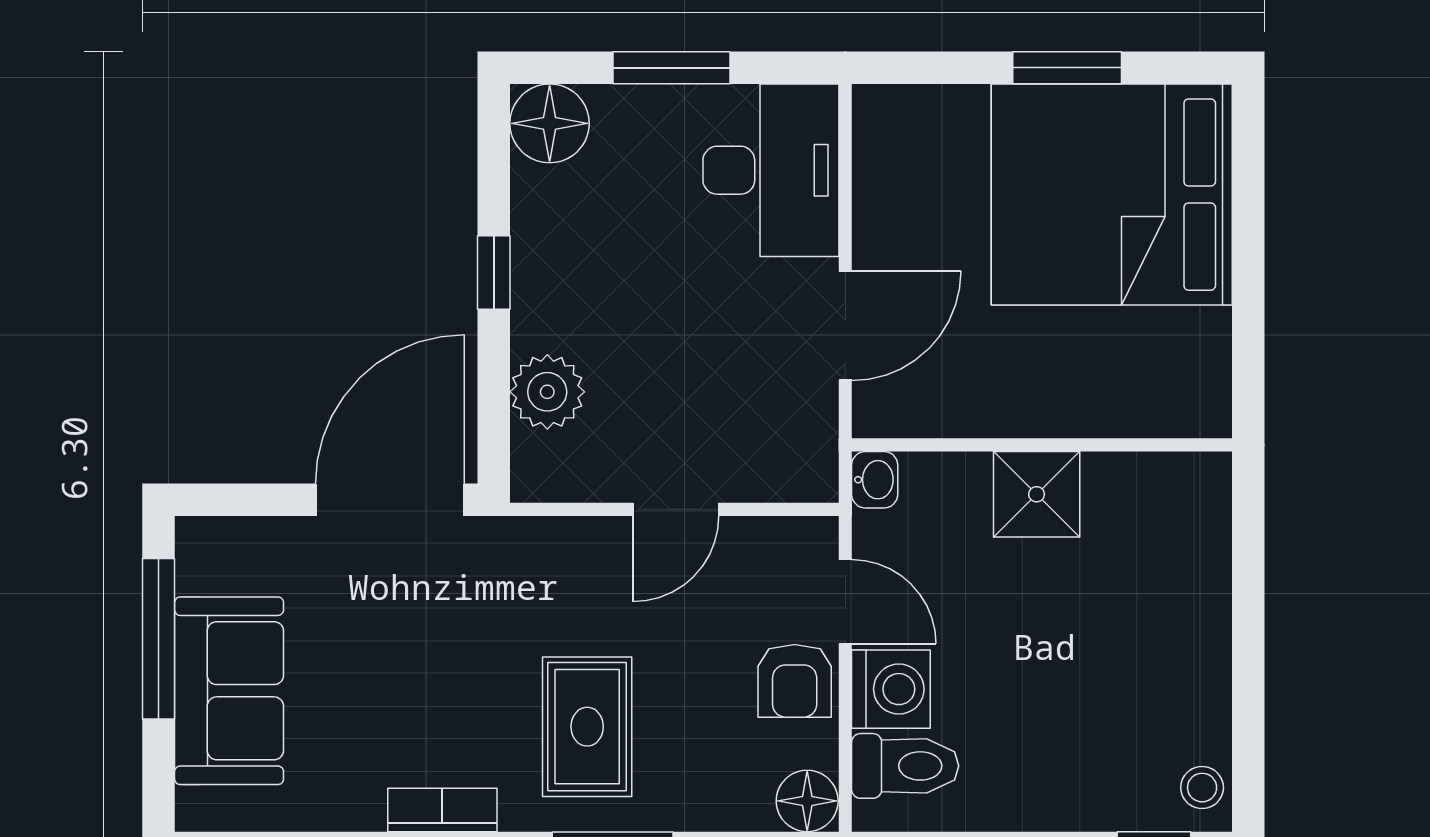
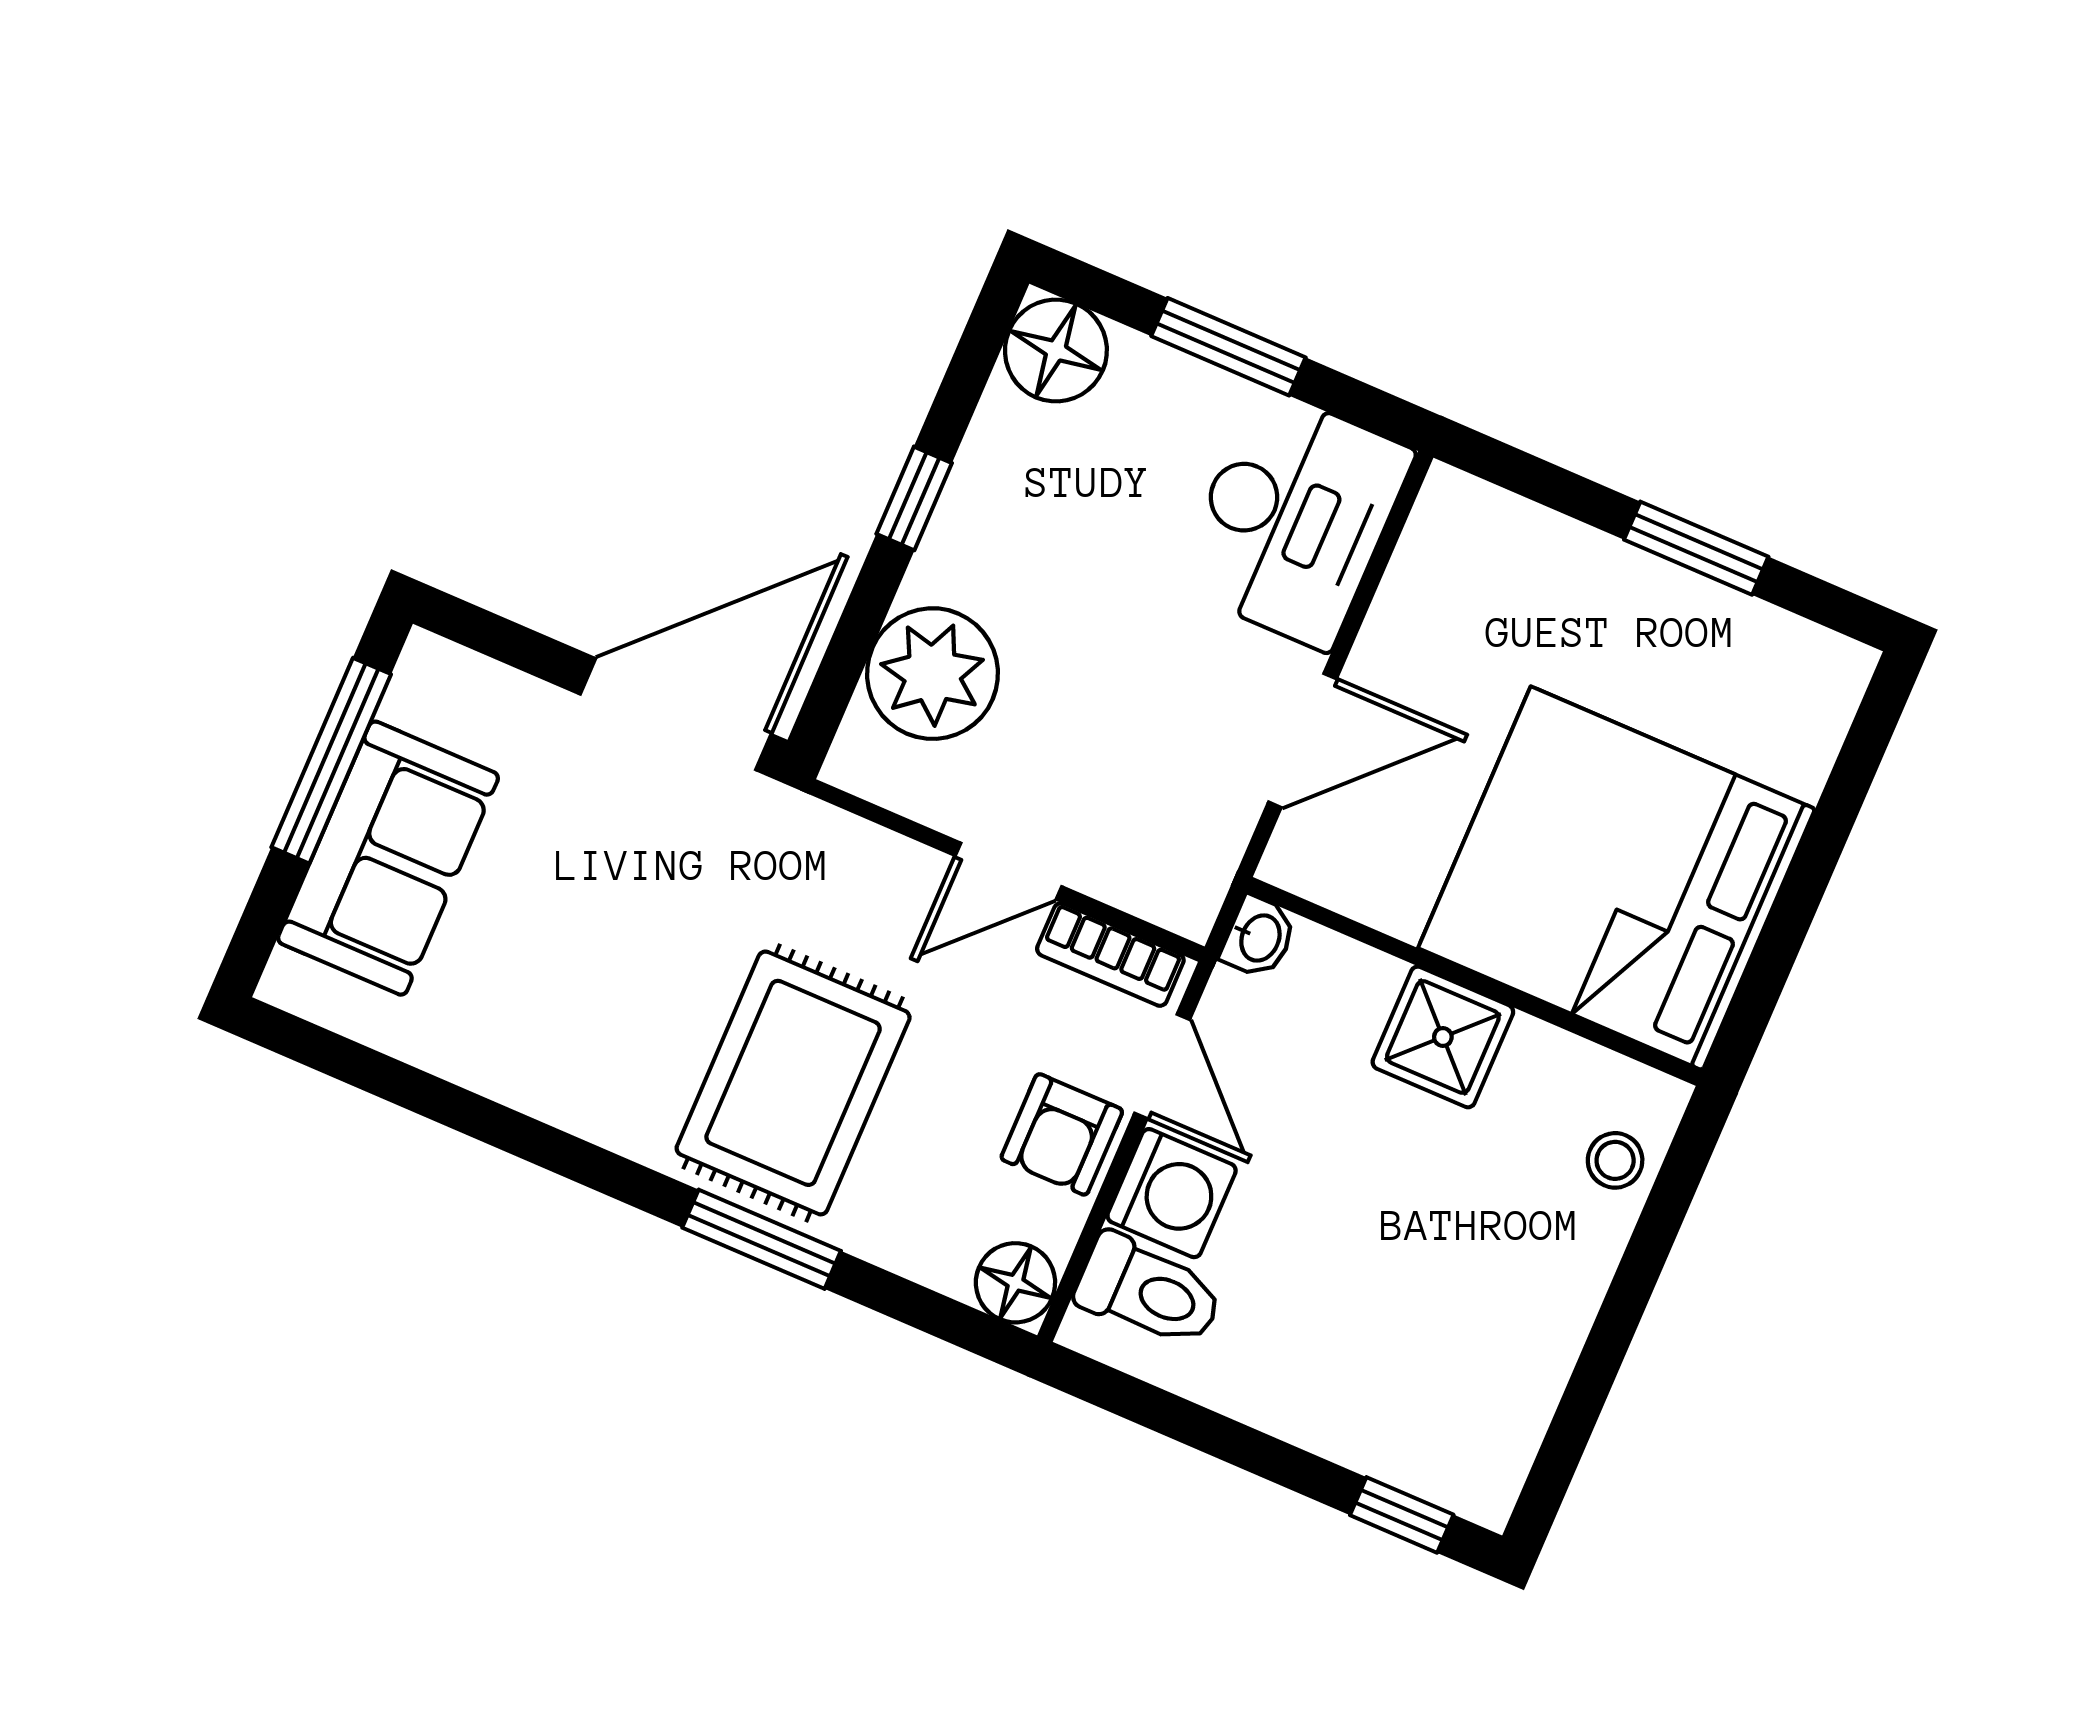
bed: (1112, 195) -> (1617, 878), moved
plant: (547, 392) -> (933, 674), width x1.36, depth x1.36
rug: (587, 727) -> (793, 1083), width x1.36, depth x1.43
stool: (1202, 788) -> (1615, 1160), moved
bookcase: (442, 810) -> (1110, 955), moved, turned 180

